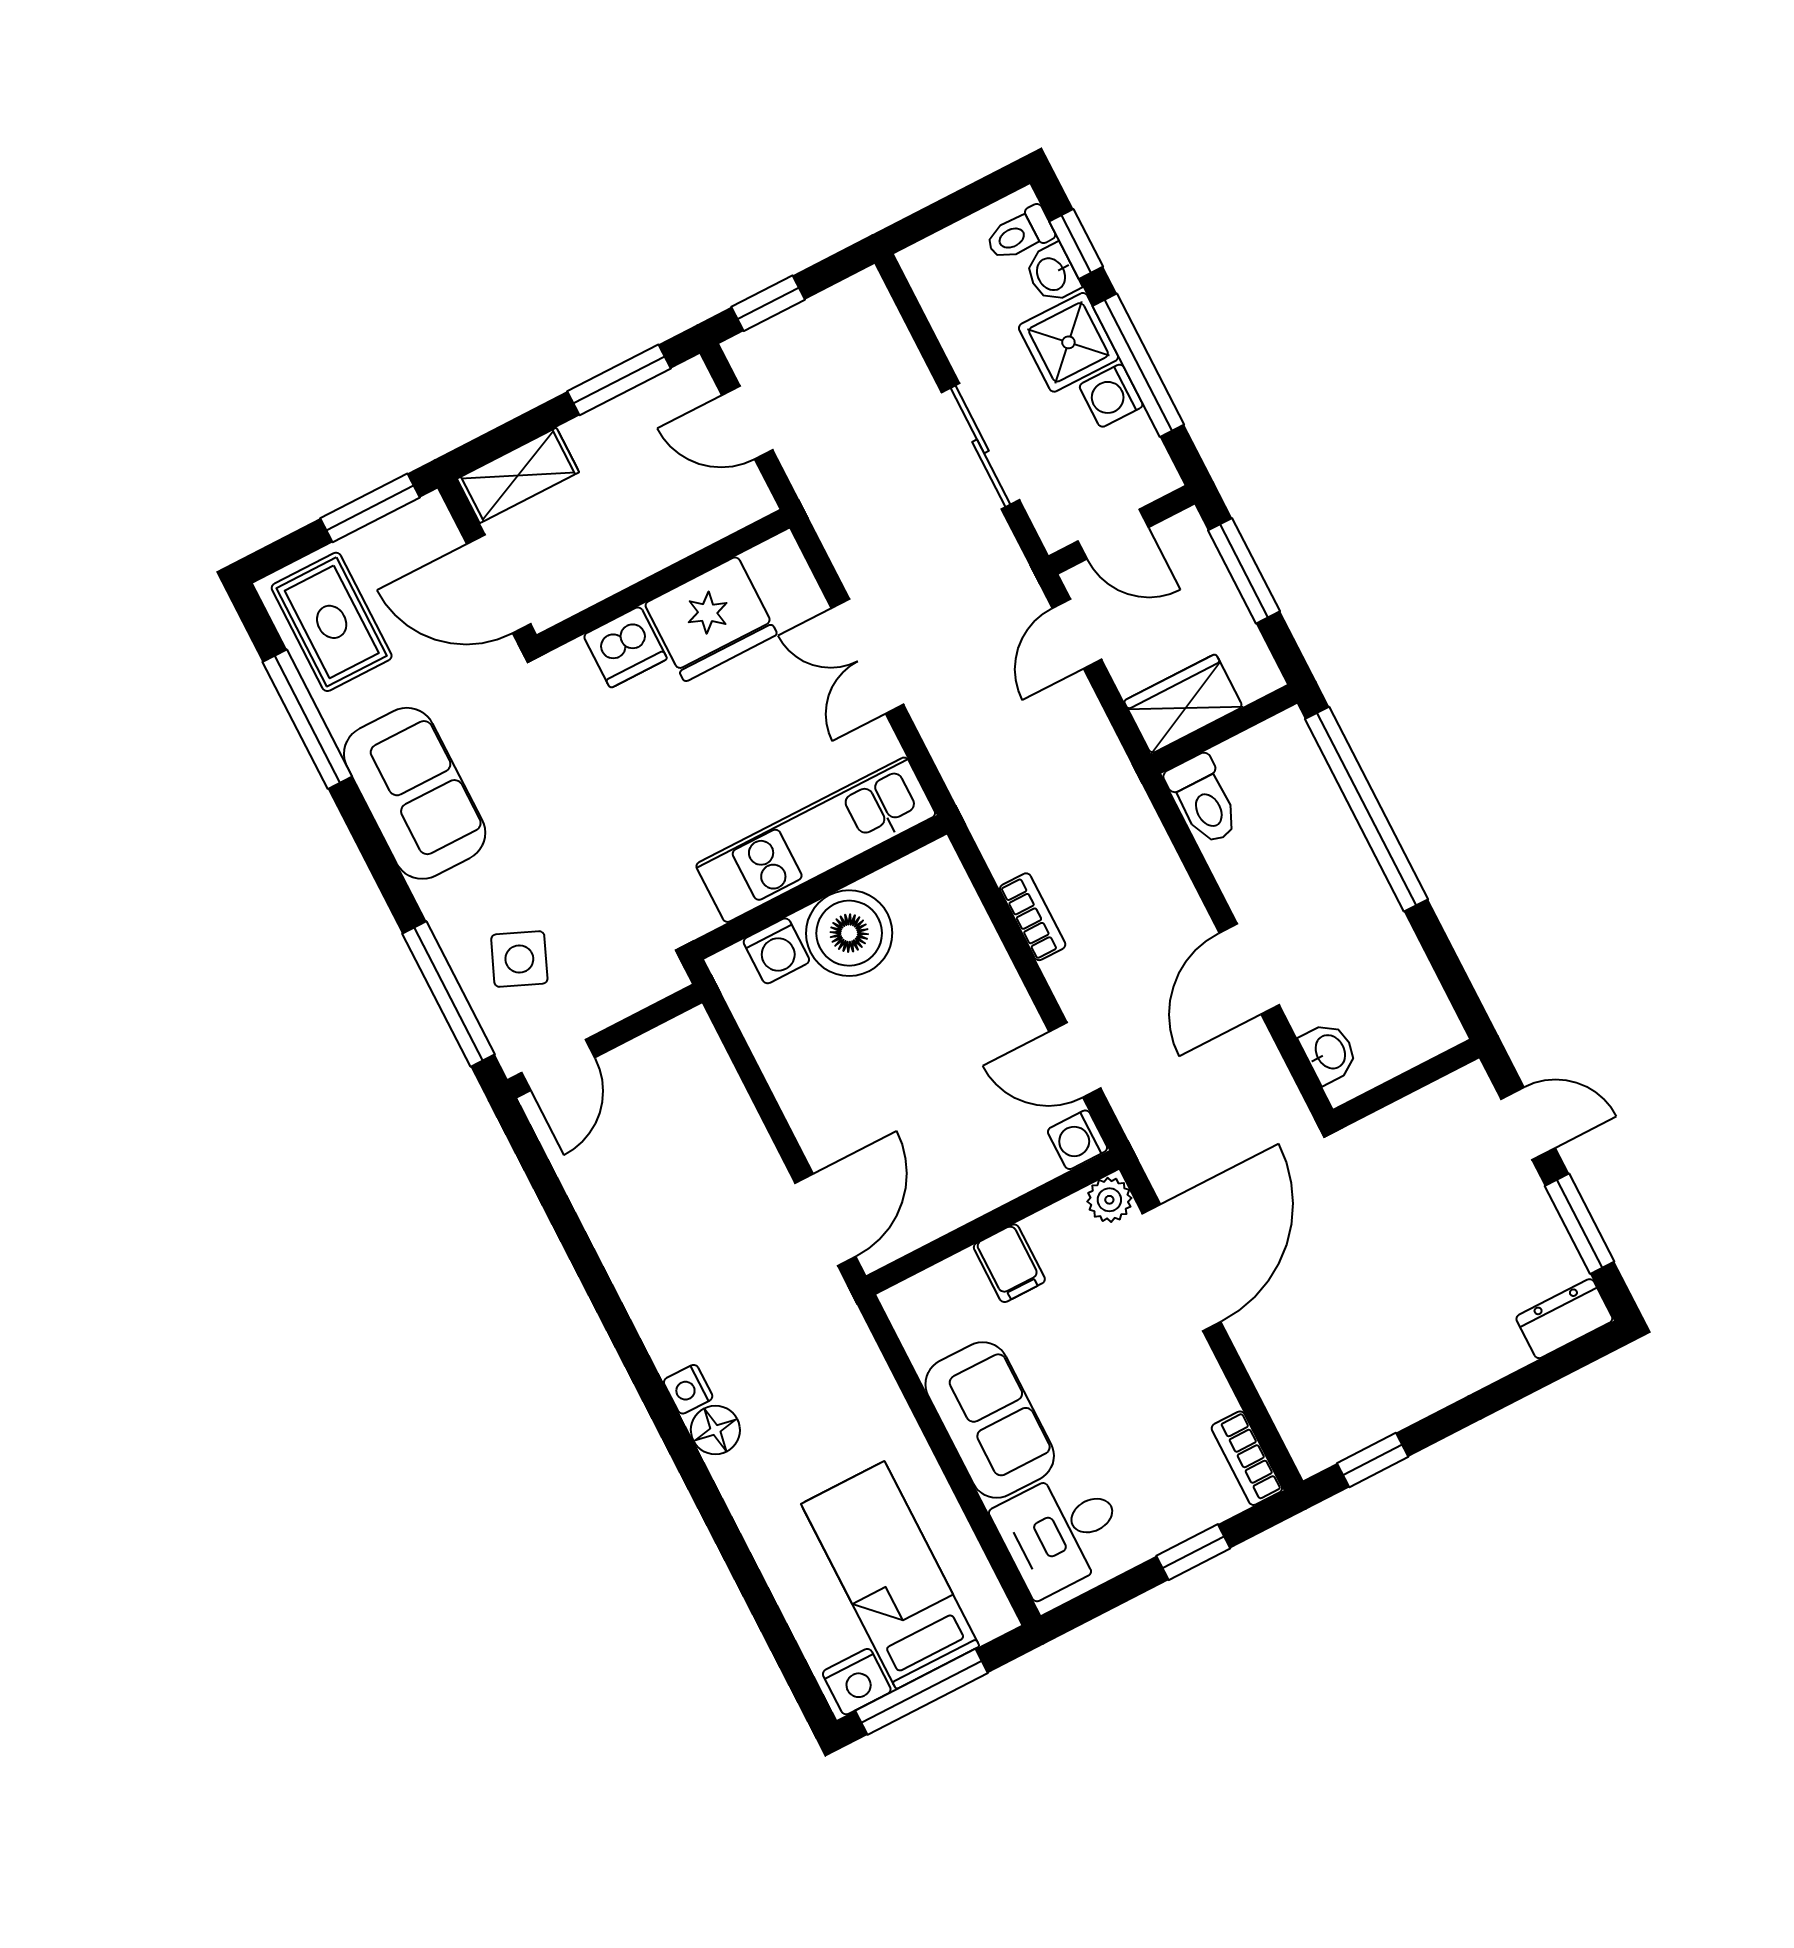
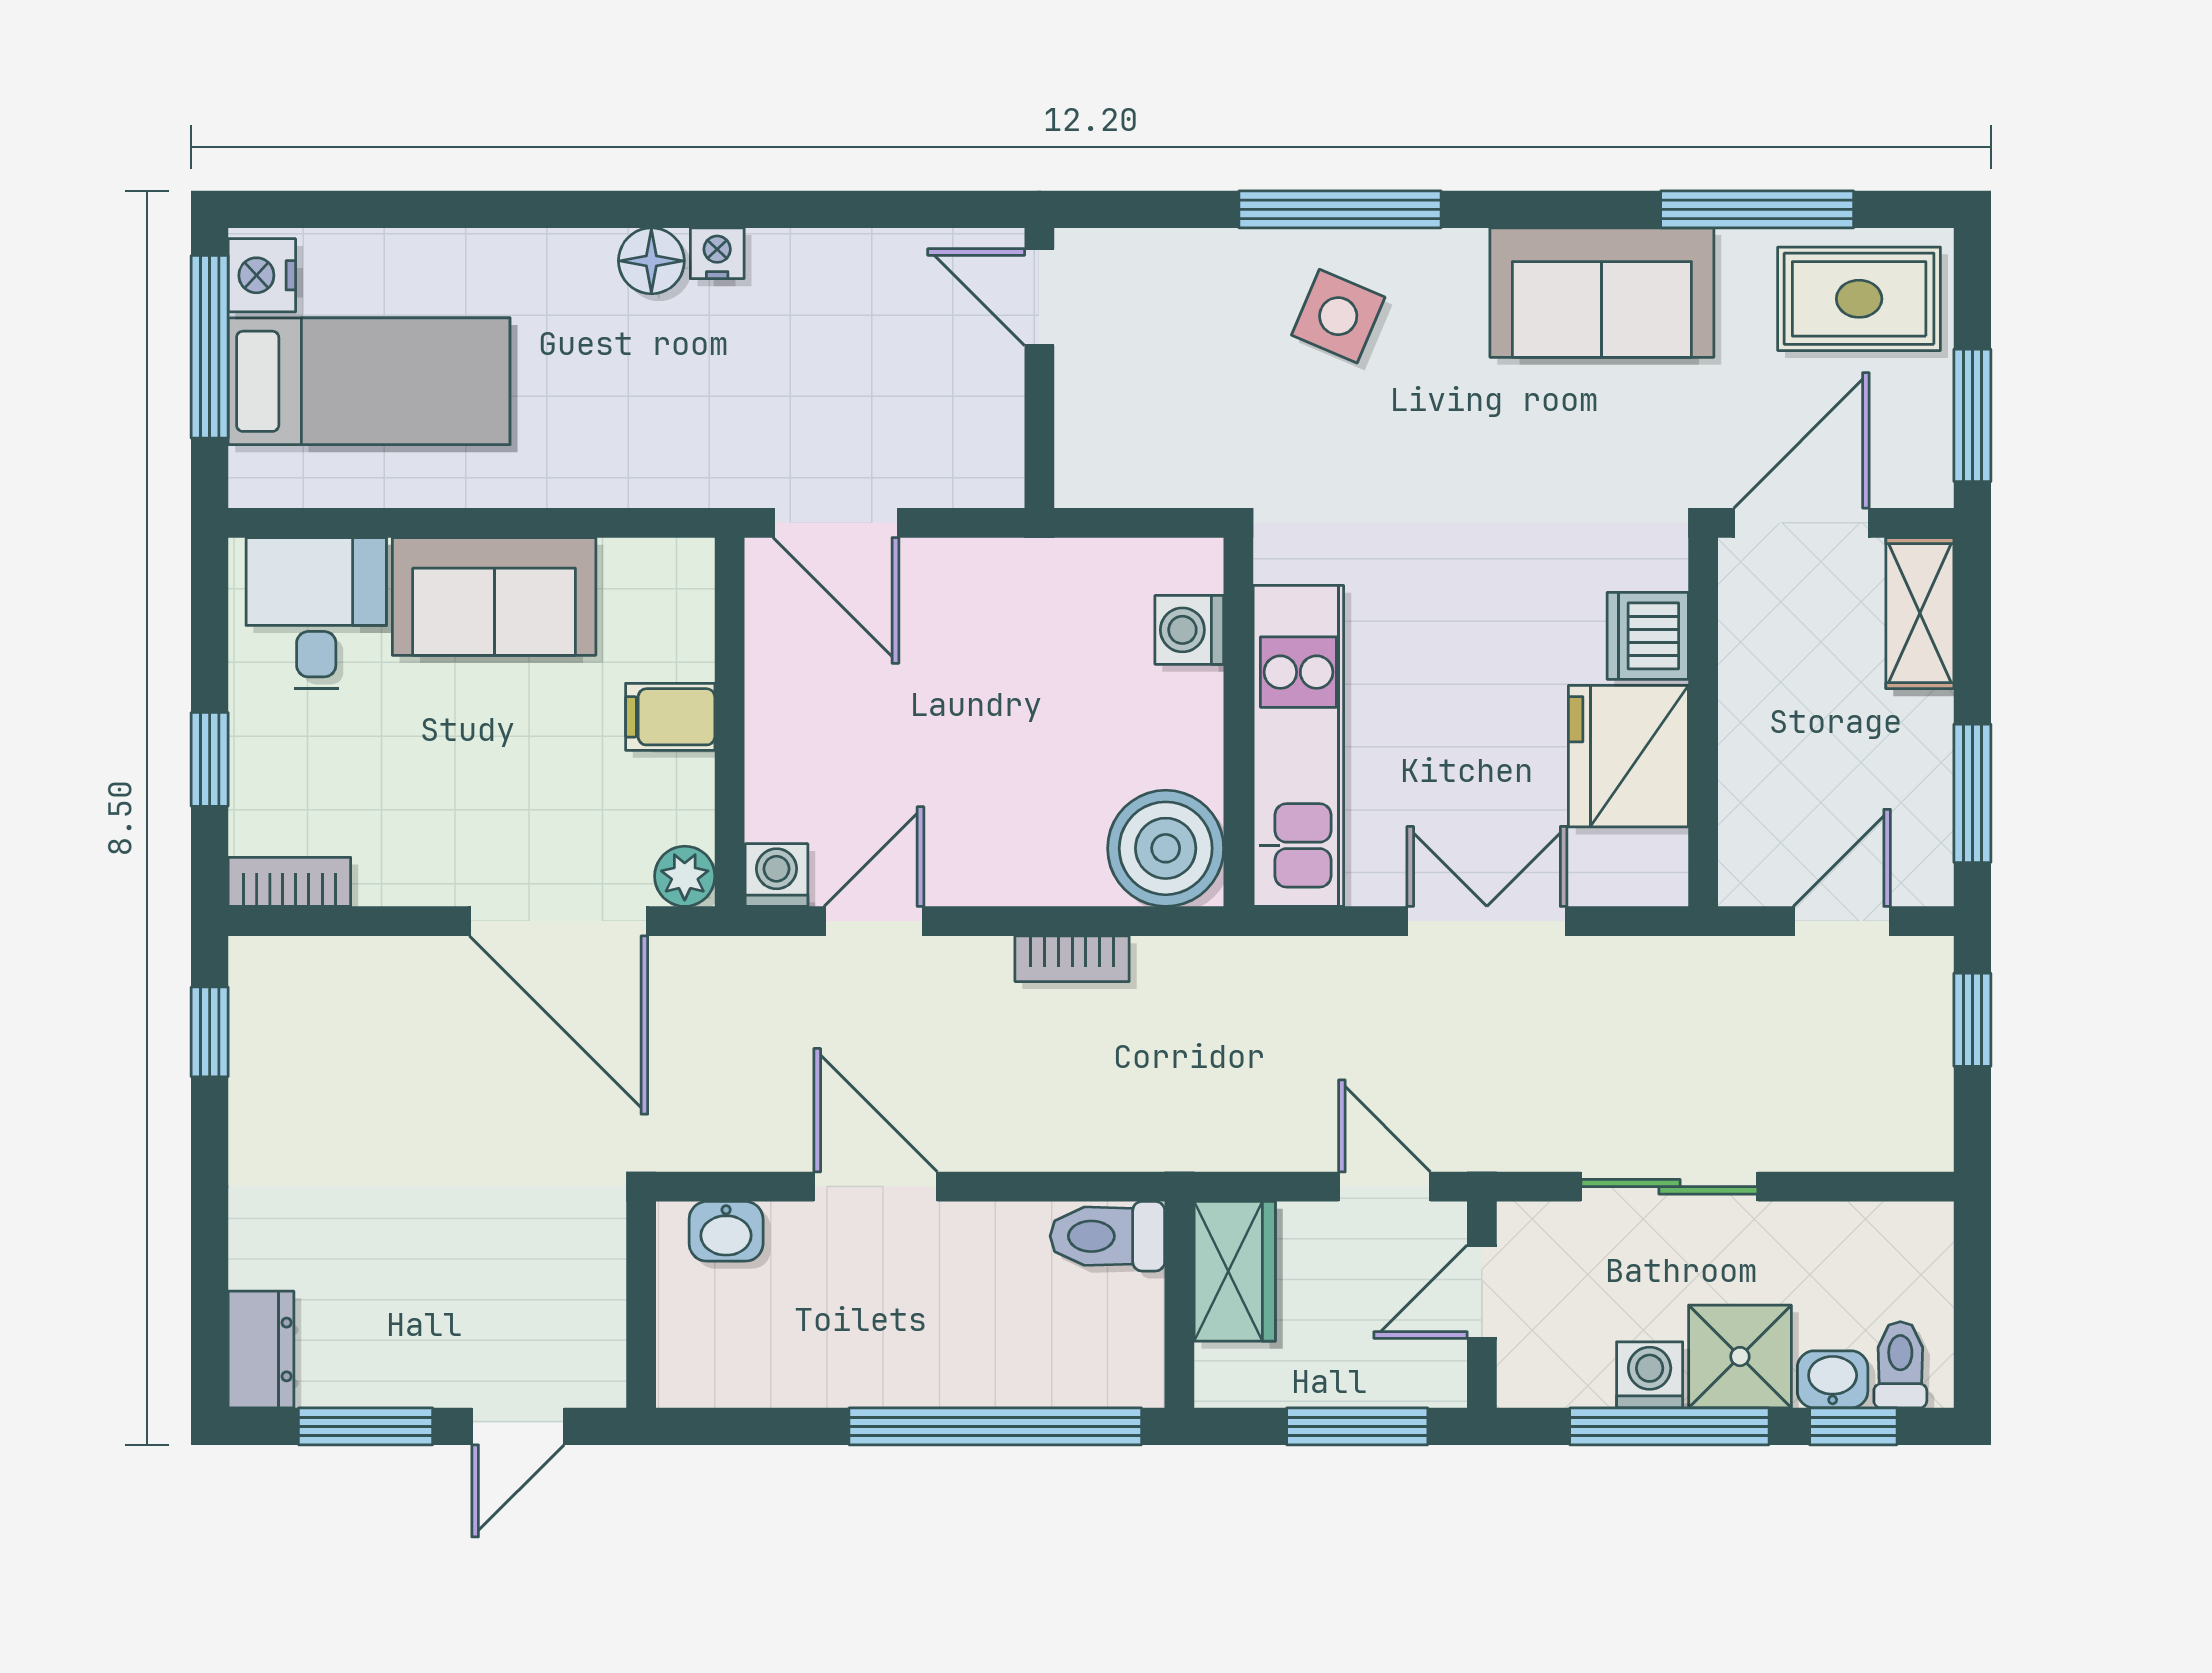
boiler: (849, 933) -> (1166, 848), moved
wall: (605, 1041) -> (1039, 368), moved
door: (558, 1065) -> (1039, 297), moved

